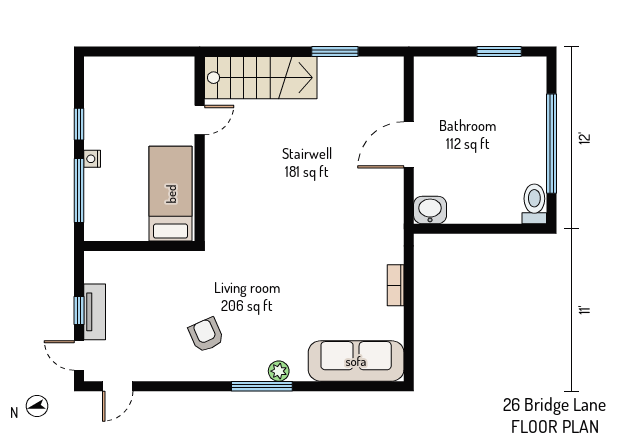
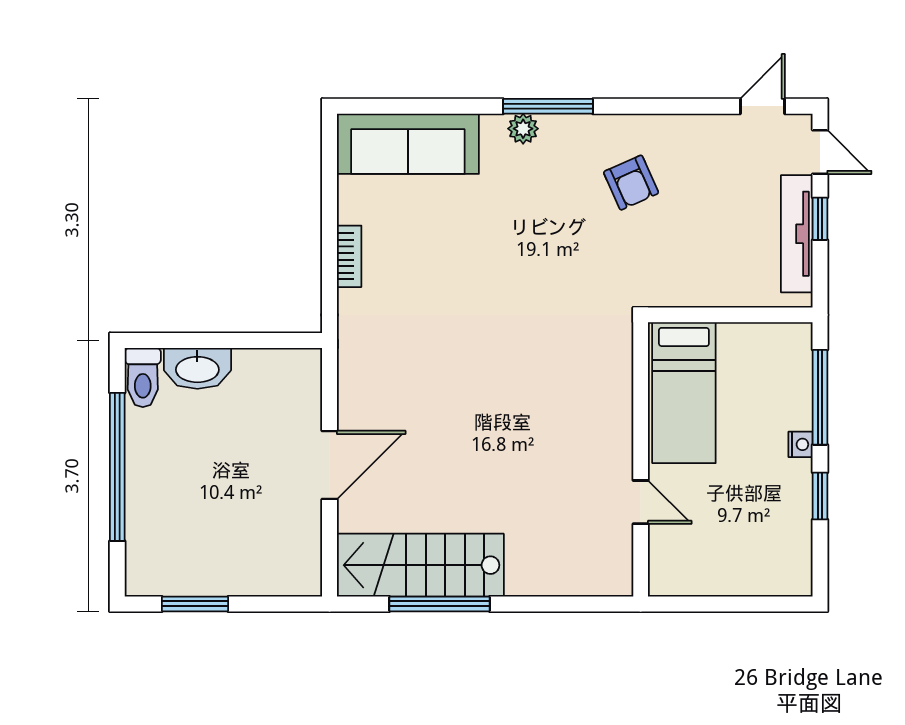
window: (335, 52) -> (439, 604), width x1.44
stairs: (261, 78) -> (420, 565), moved
door: (200, 120) -> (641, 502), swing flipped
washbasin: (430, 210) -> (197, 368), moved, width x1.38
tv unit: (95, 312) -> (797, 234), width x1.41

